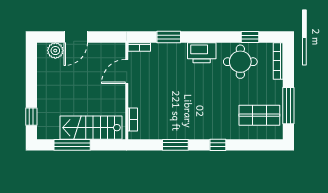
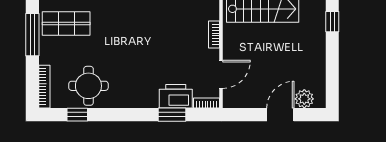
printer: (202, 53) -> (176, 96), moved
bookcase: (133, 120) -> (214, 34), moved

